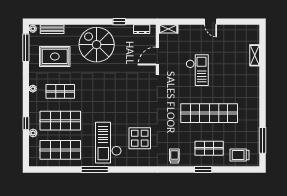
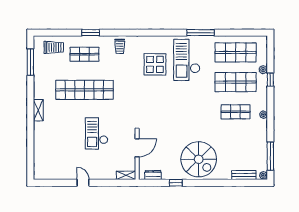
shelving: (255, 55) -> (38, 110), moved
rug: (55, 56) -> (241, 147), removed
checkout: (108, 143) -> (187, 60), turned 180

